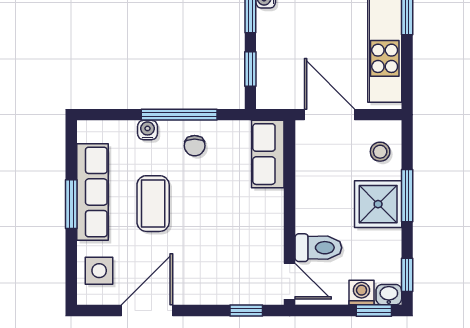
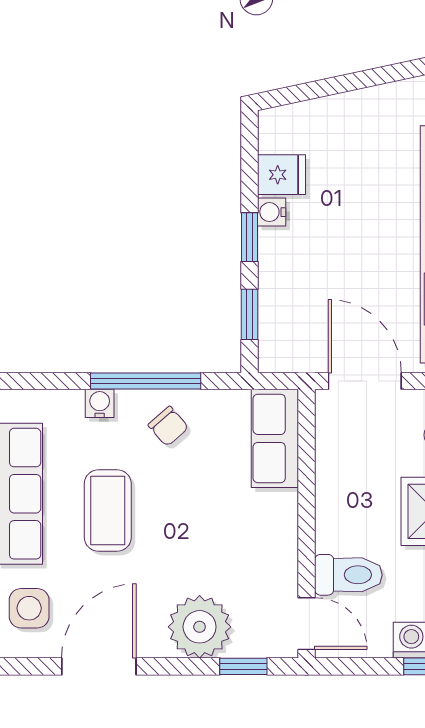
chair: (195, 146) -> (168, 426), turned -41
plant: (216, 283) -> (200, 627), added

